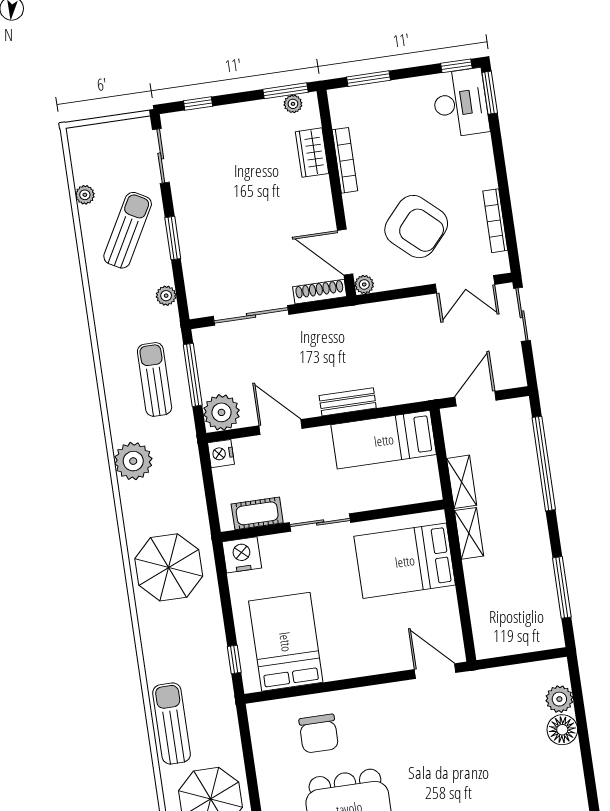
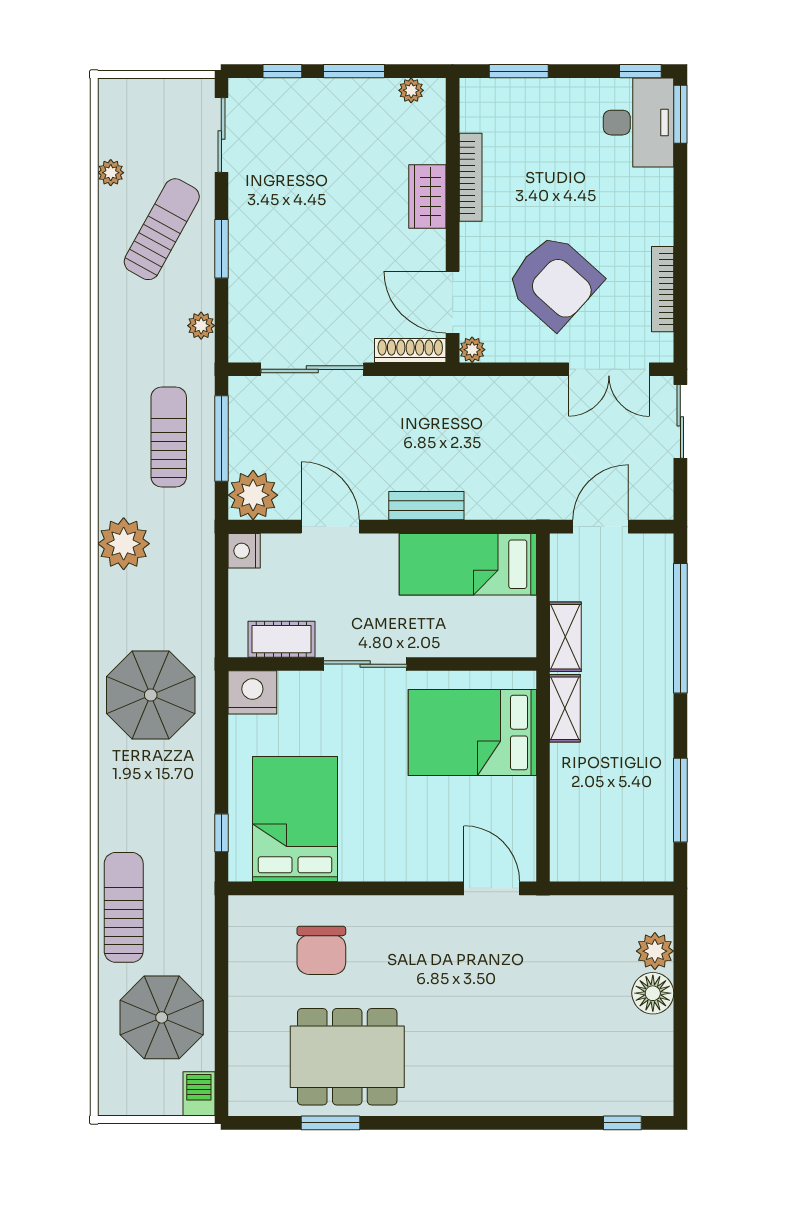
window: (285, 91) -> (354, 71), moved
wardrobe: (312, 153) -> (427, 197), moved

